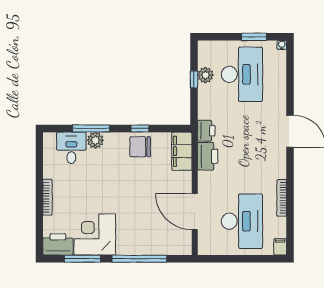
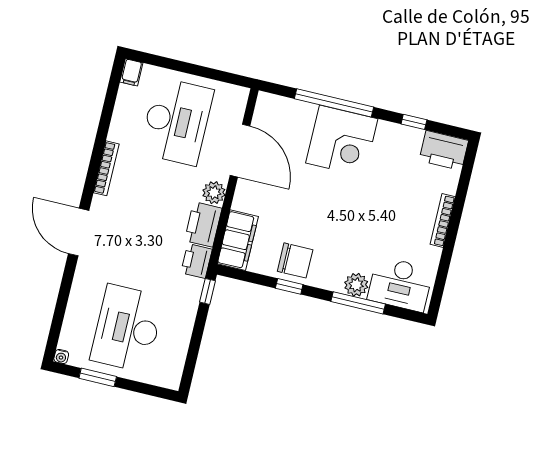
plant: (205, 75) -> (214, 193), moved
window: (194, 79) -> (207, 291), moved
desk: (71, 148) -> (400, 284), width x1.37
bookcase: (282, 198) -> (106, 168), moved
desk: (242, 221) -> (177, 121), turned 180
corner desk: (95, 235) -> (342, 141), moved
window: (83, 259) -> (414, 122), width x0.46

